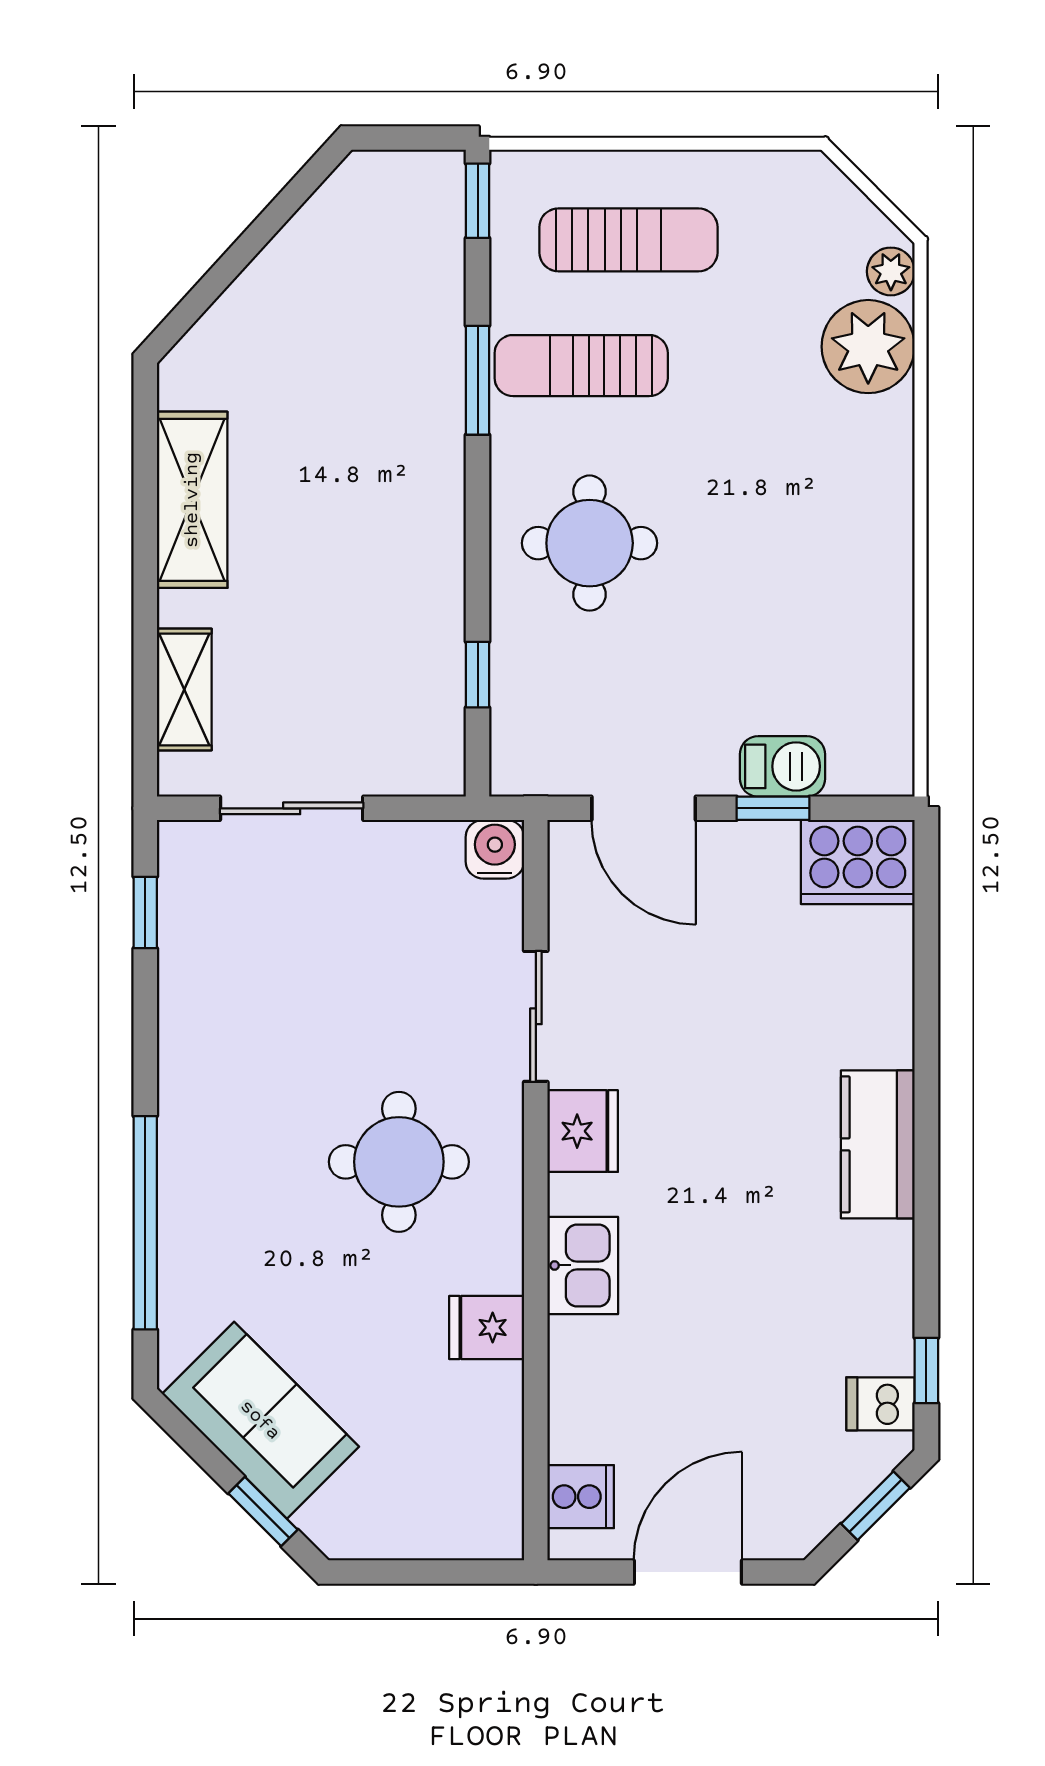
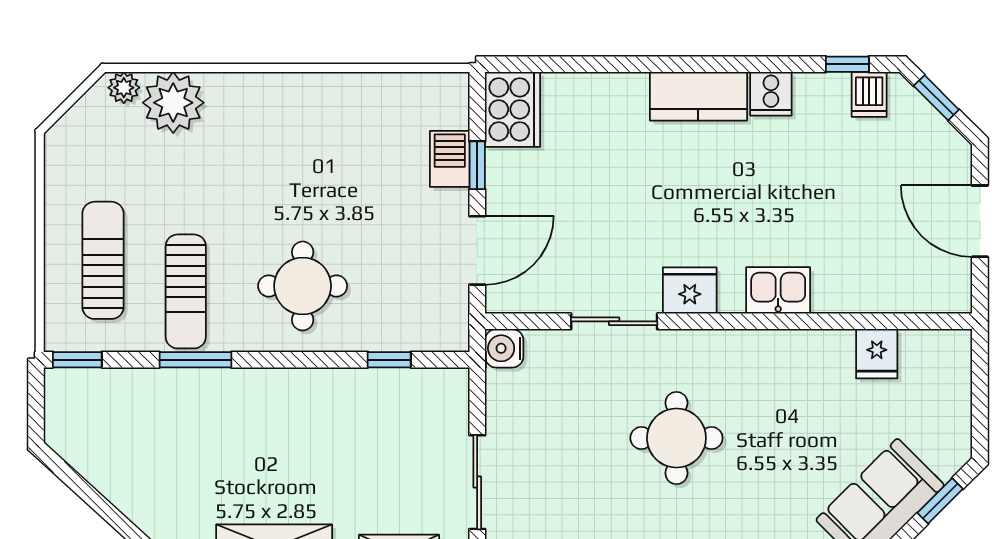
round table: (399, 1162) -> (676, 438), moved
fridge: (487, 1327) -> (877, 354), moved
cooker: (581, 1497) -> (771, 94), moved, turned 180

